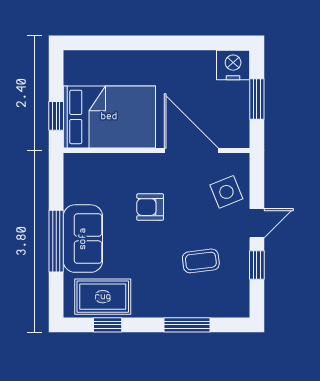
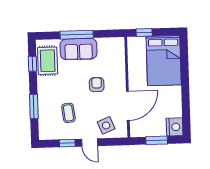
bed: (109, 117) -> (164, 61), moved

